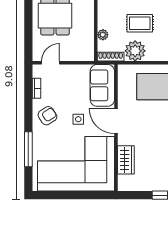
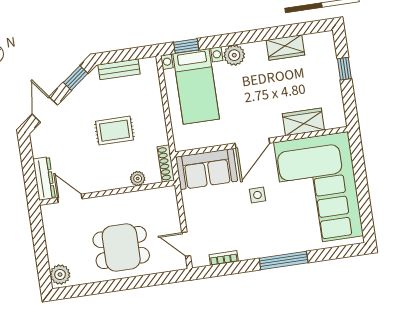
rug: (140, 23) -> (114, 131), turned 90
plant: (135, 51) -> (153, 131), removed
armchair: (47, 116) -> (259, 238), removed
window: (28, 149) -> (284, 260), moved

